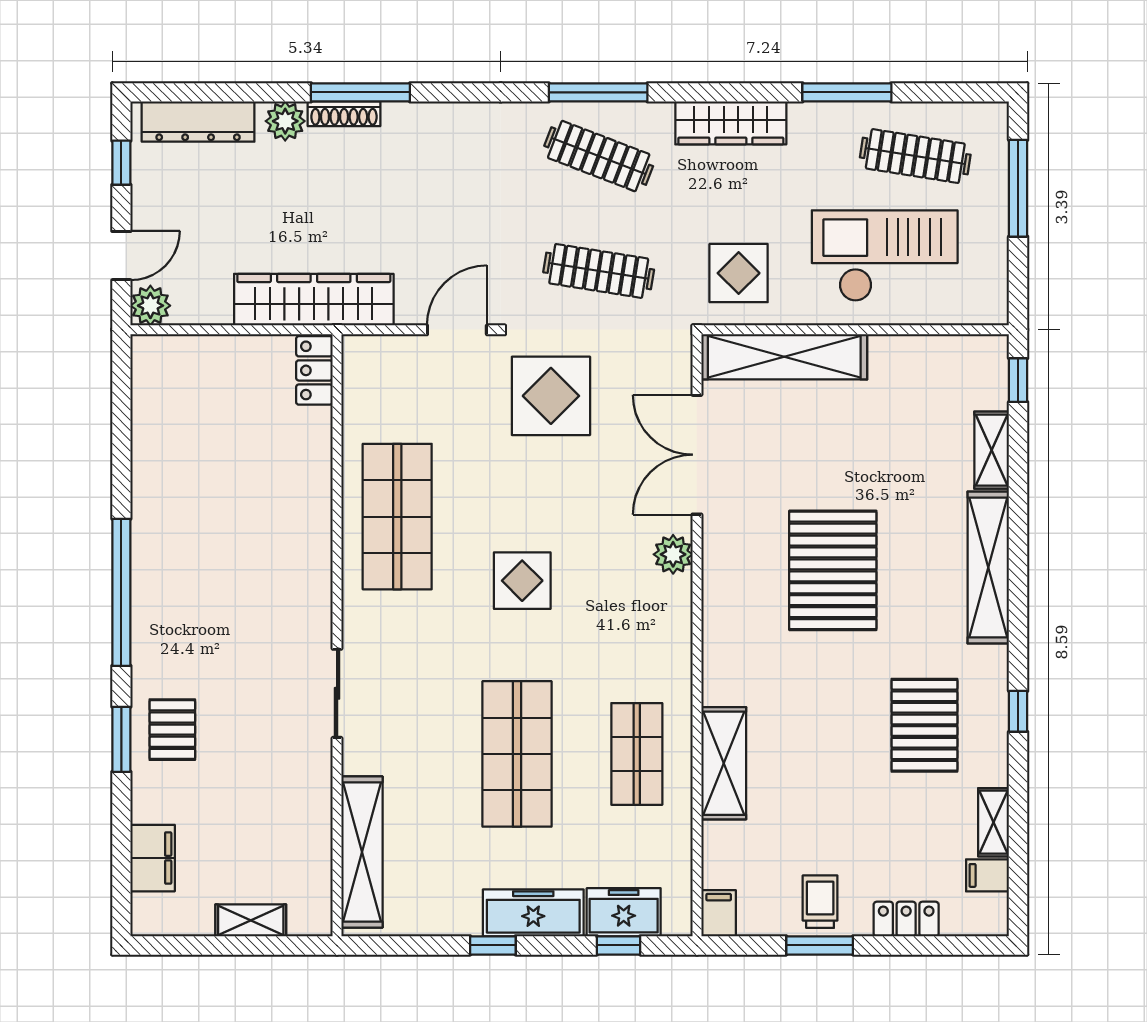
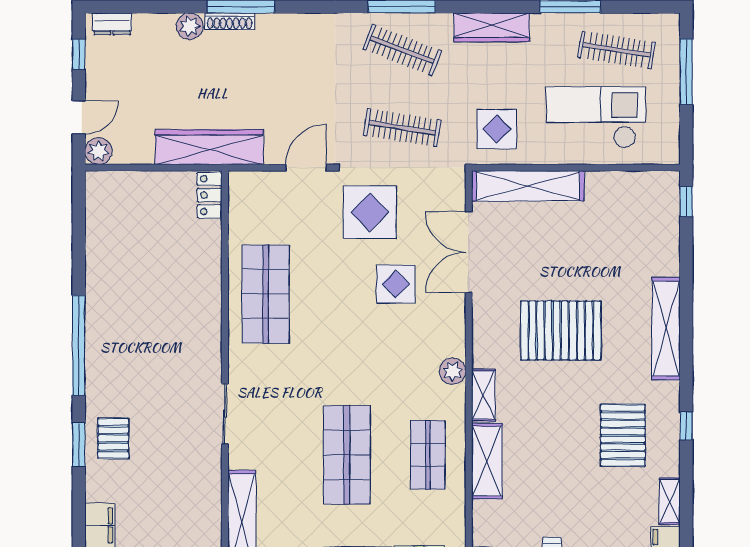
dresser: (198, 122) -> (112, 24), width x0.51, depth x0.80
shelving: (992, 450) -> (483, 395), moved
plant: (673, 554) -> (453, 371), moved
pallet: (833, 570) -> (561, 331), turned 90
display table: (522, 581) -> (396, 284), moved

